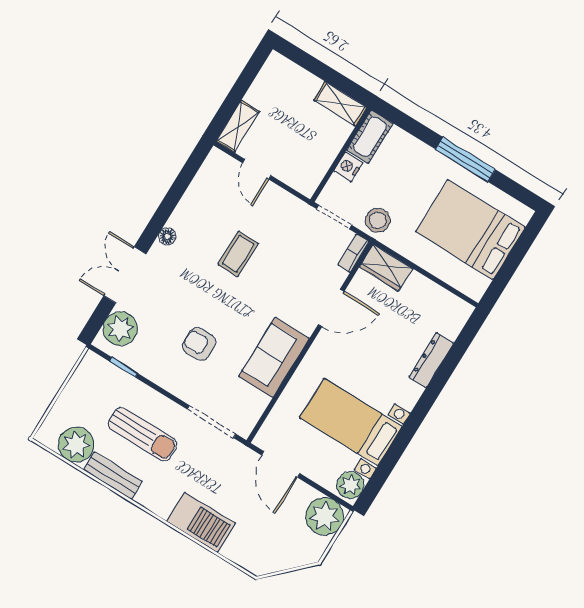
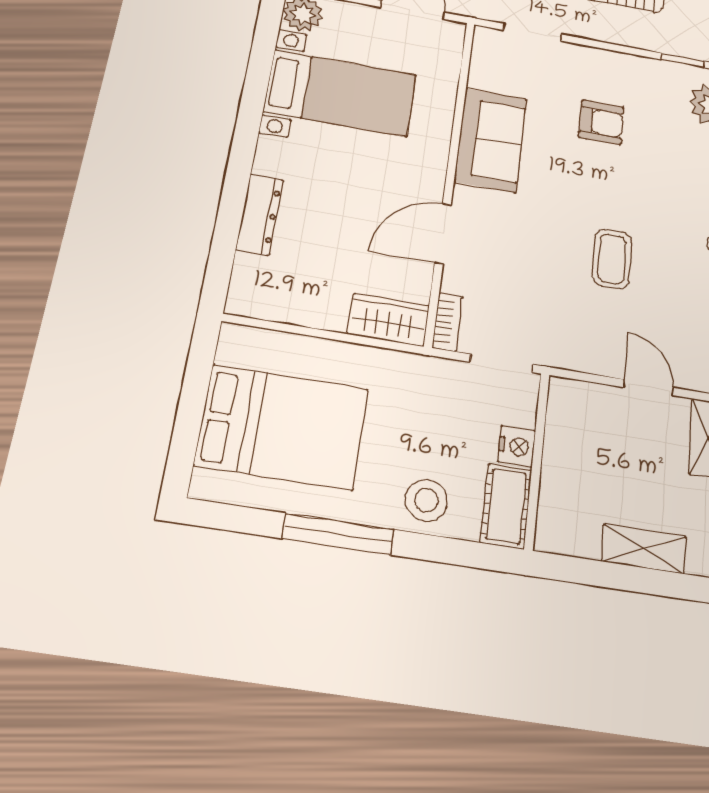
shelving: (340, 104) -> (644, 549), moved
stool: (378, 220) -> (426, 500), moved
doorway: (212, 422) -> (533, 32), width x0.73

